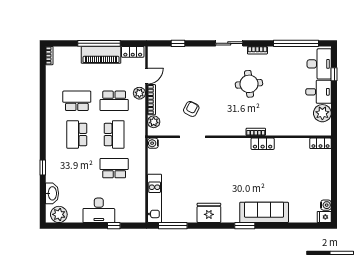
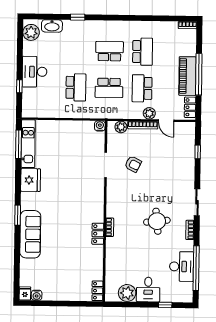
desk: (319, 64) -> (181, 267), moved, turned -90
kitchen unit: (155, 198) -> (28, 144), moved, turned -90

